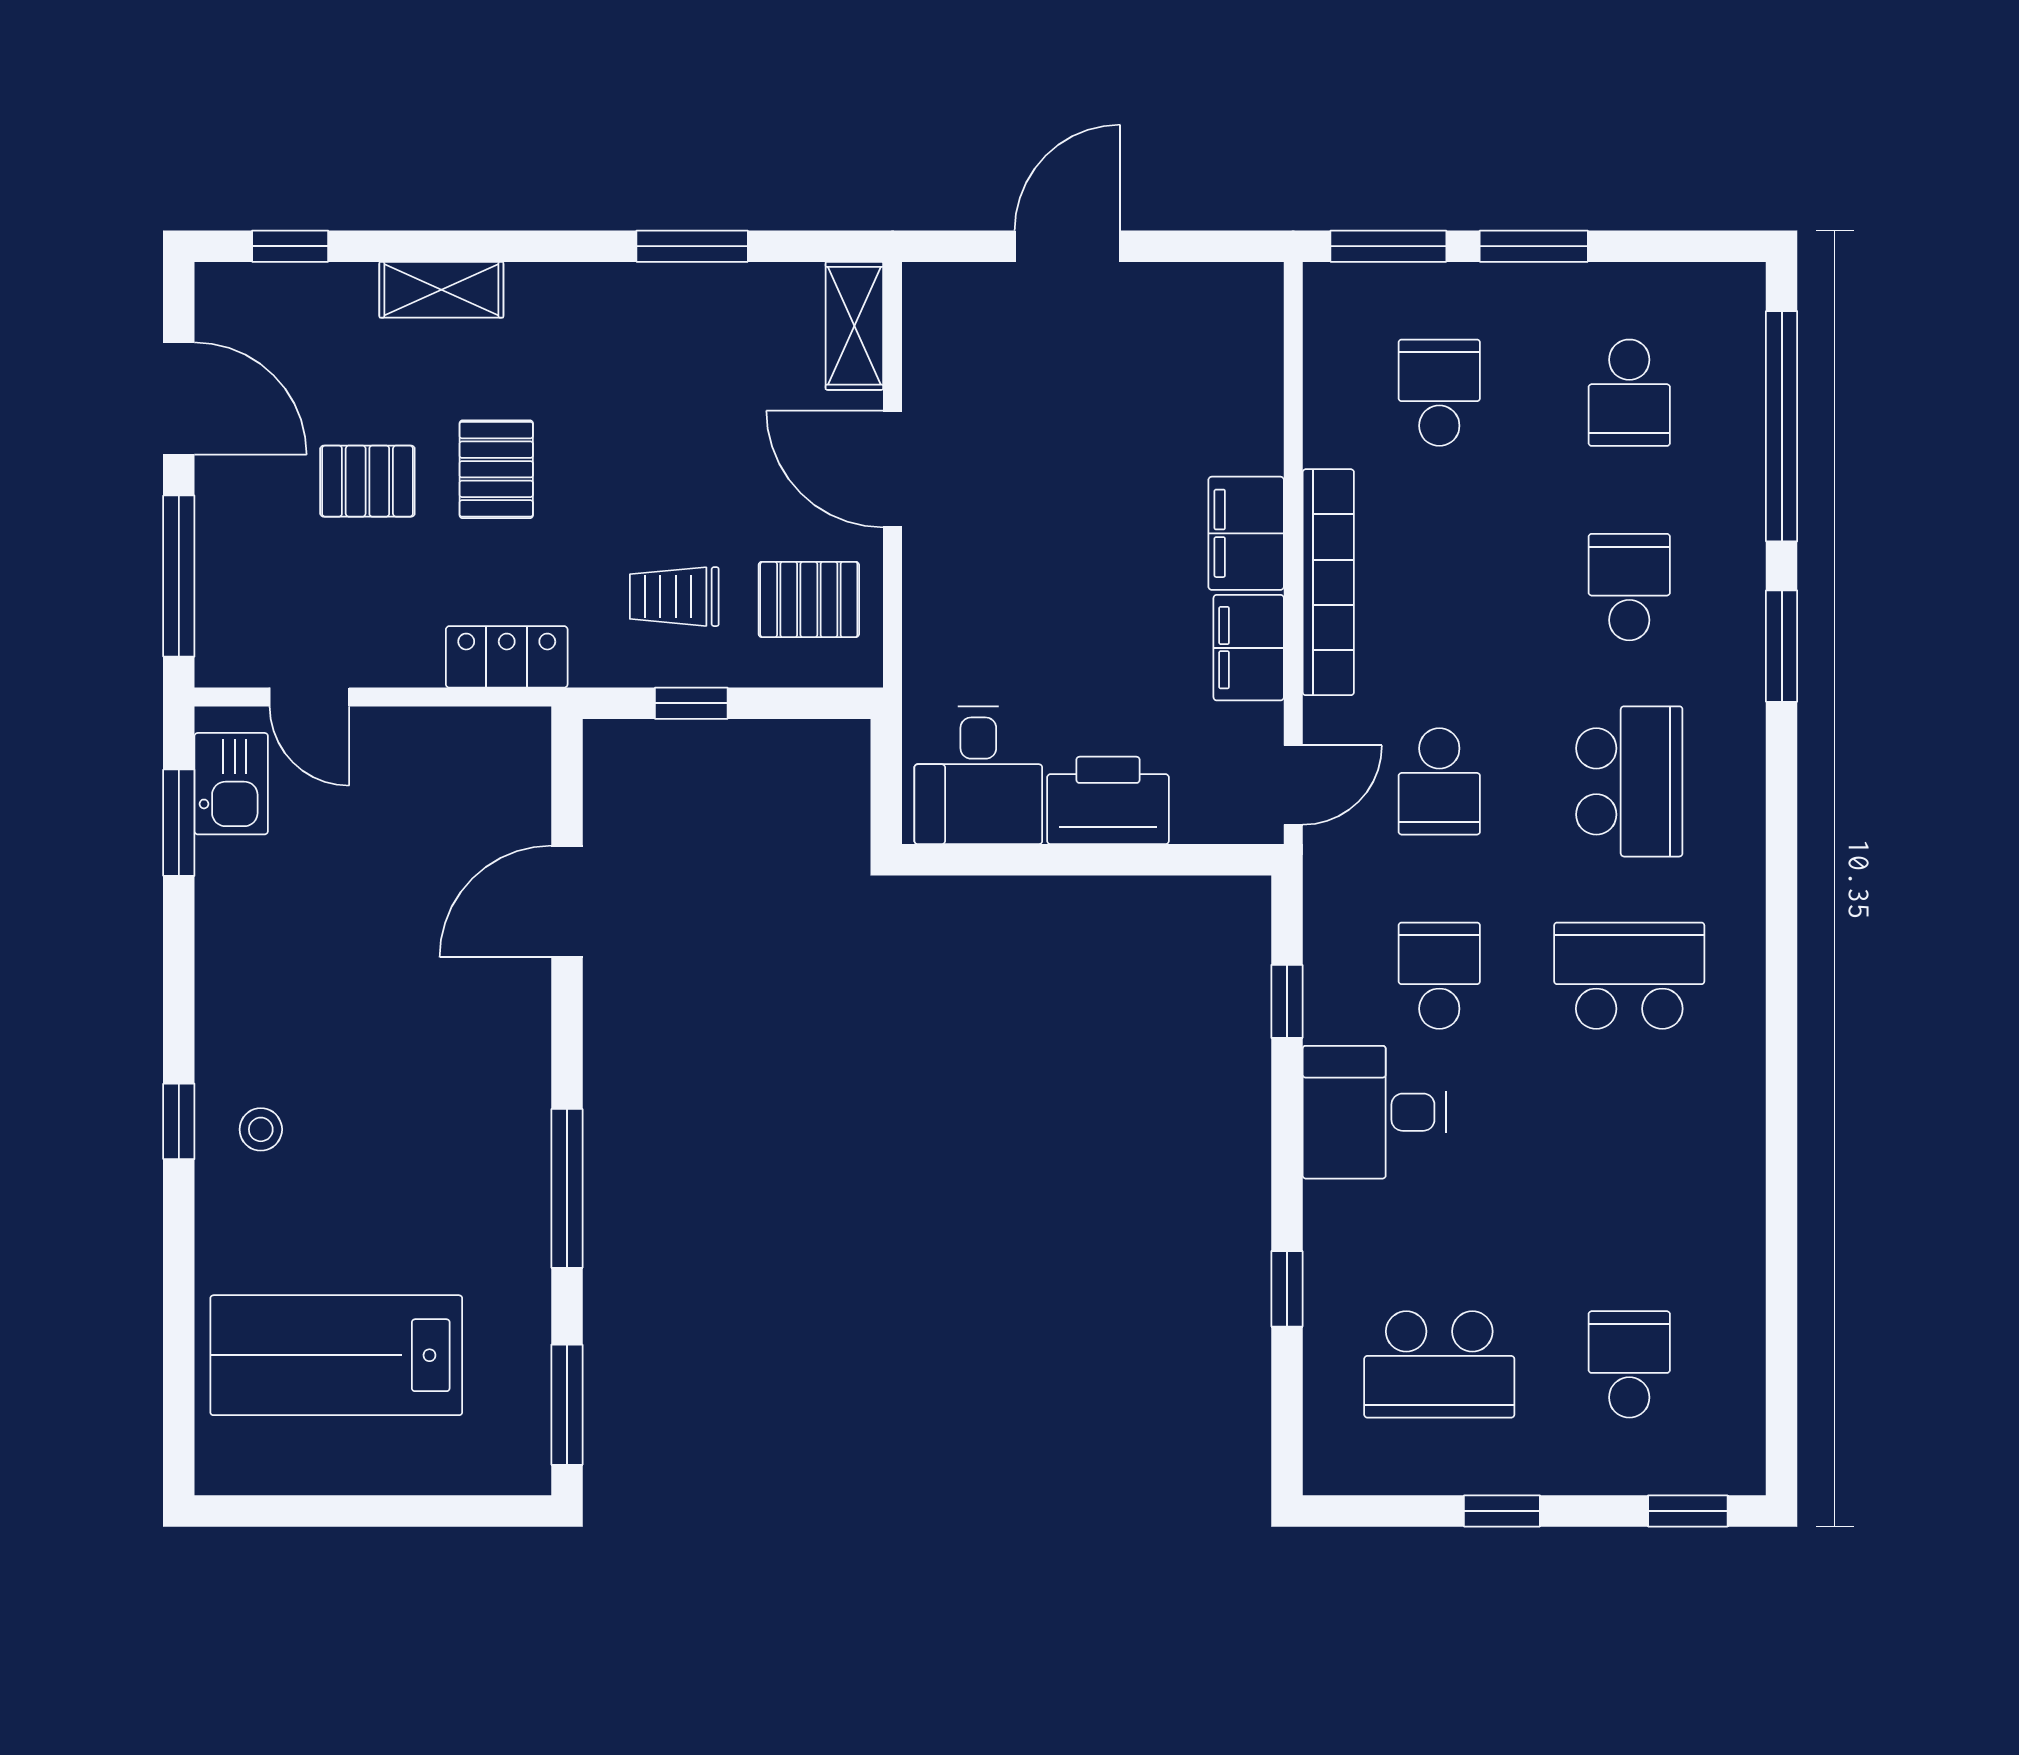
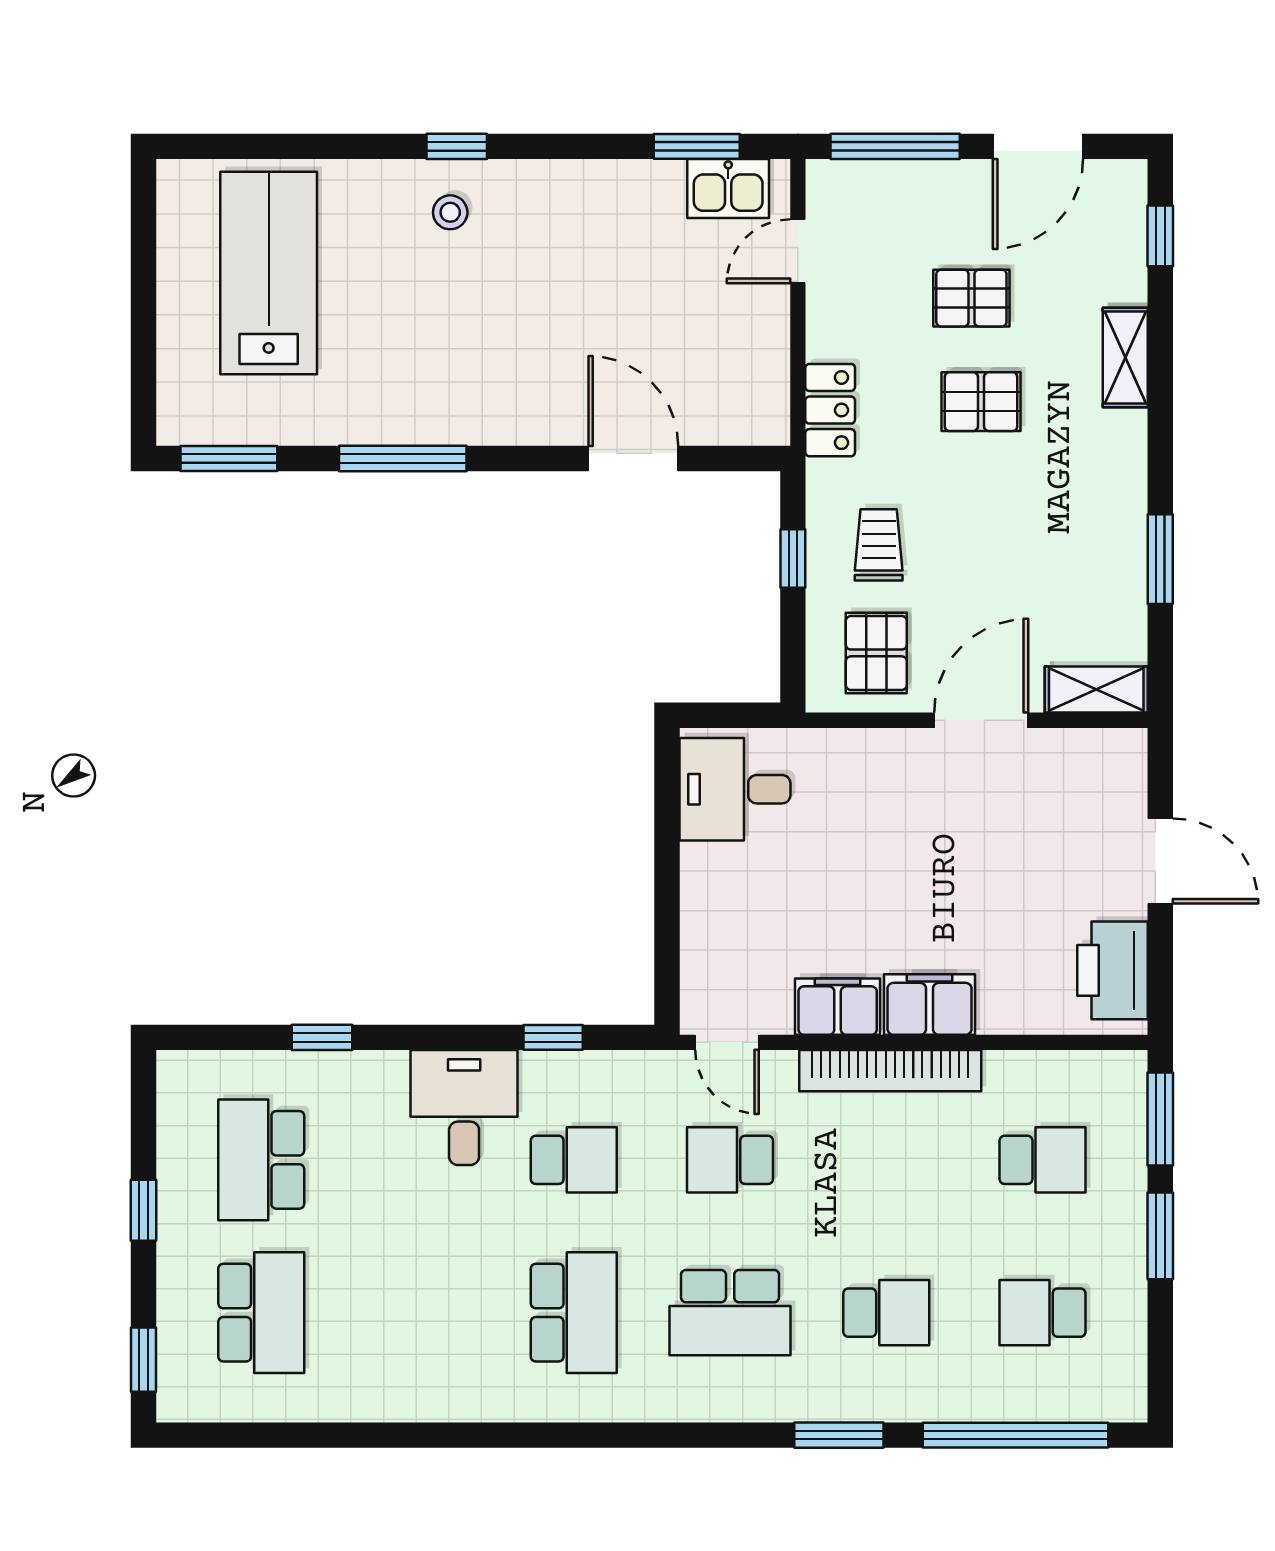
pallet: (367, 481) -> (971, 298), turned 90
printer: (1108, 800) -> (1113, 970), moved, turned 180
school desk: (1629, 1364) -> (261, 1313), width x1.85

